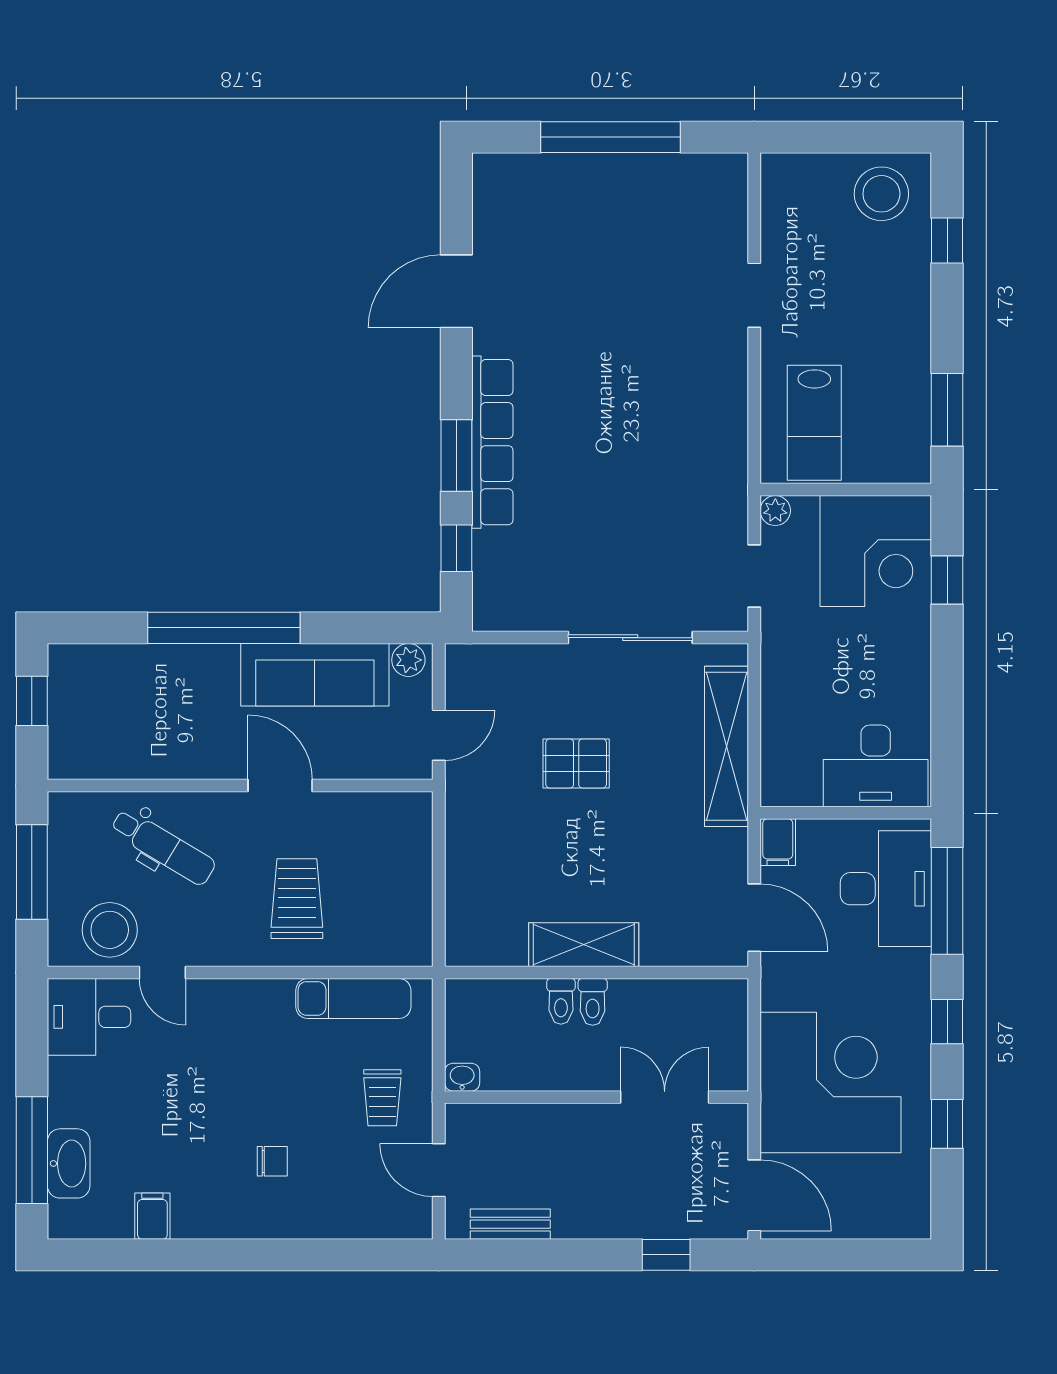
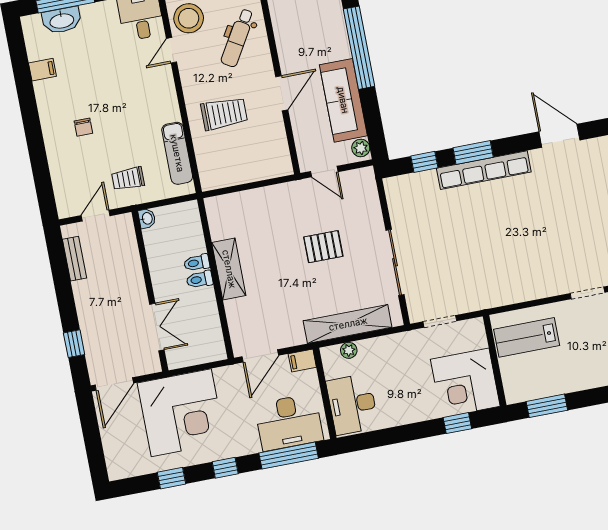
plant: (775, 511) -> (349, 350), moved
pallet: (576, 763) -> (323, 247), turned 90

